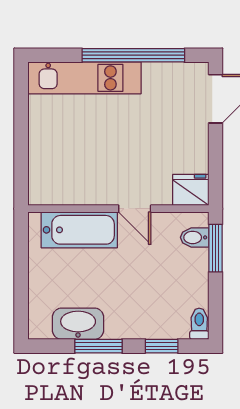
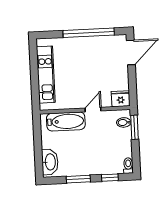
kitchen unit: (84, 78) -> (46, 75), moved, turned -90
door: (135, 209) -> (93, 110), swing flipped
washbasin: (78, 324) -> (50, 162), moved, turned 90

